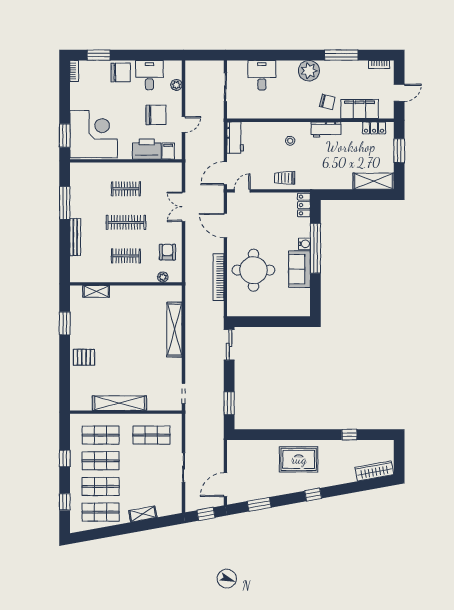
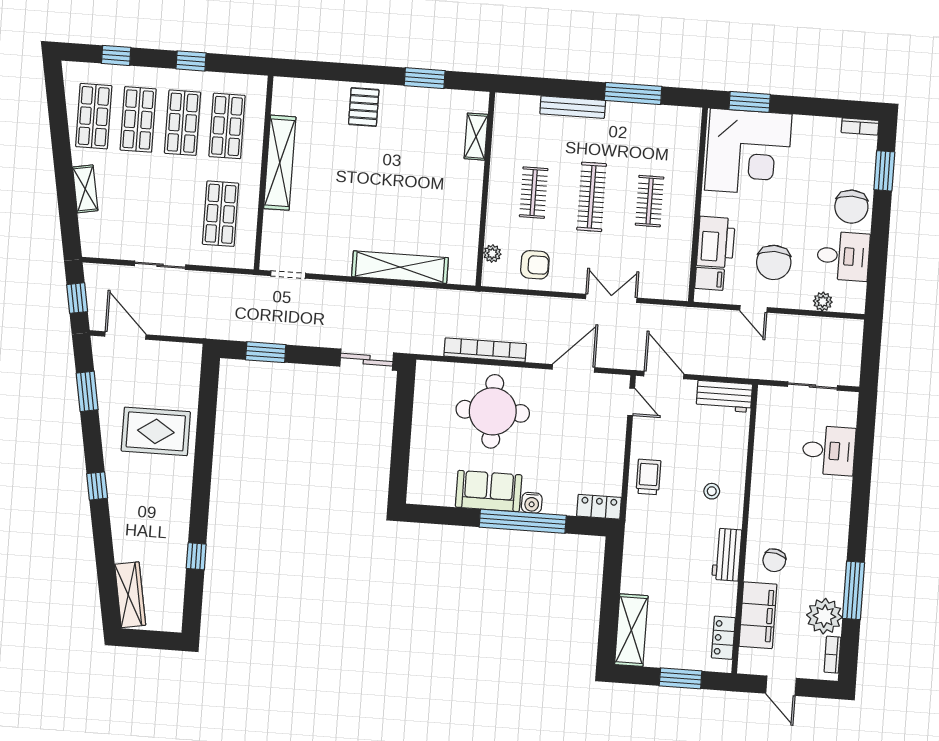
plant: (309, 71) -> (824, 616), moved
rug: (299, 459) -> (156, 431), moved, turned 90

